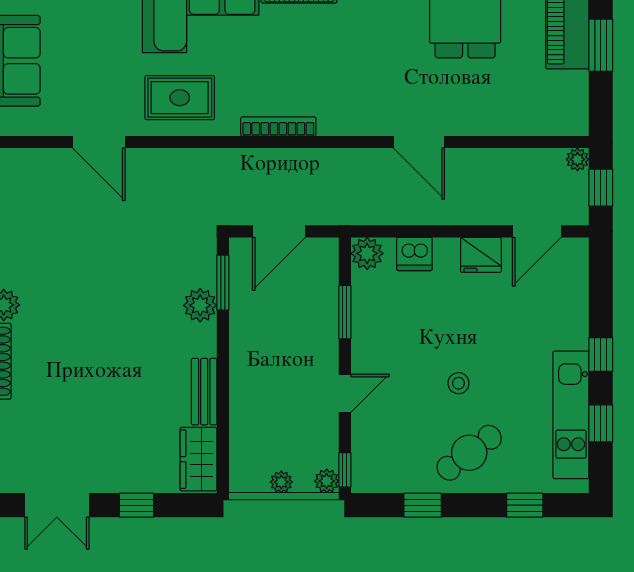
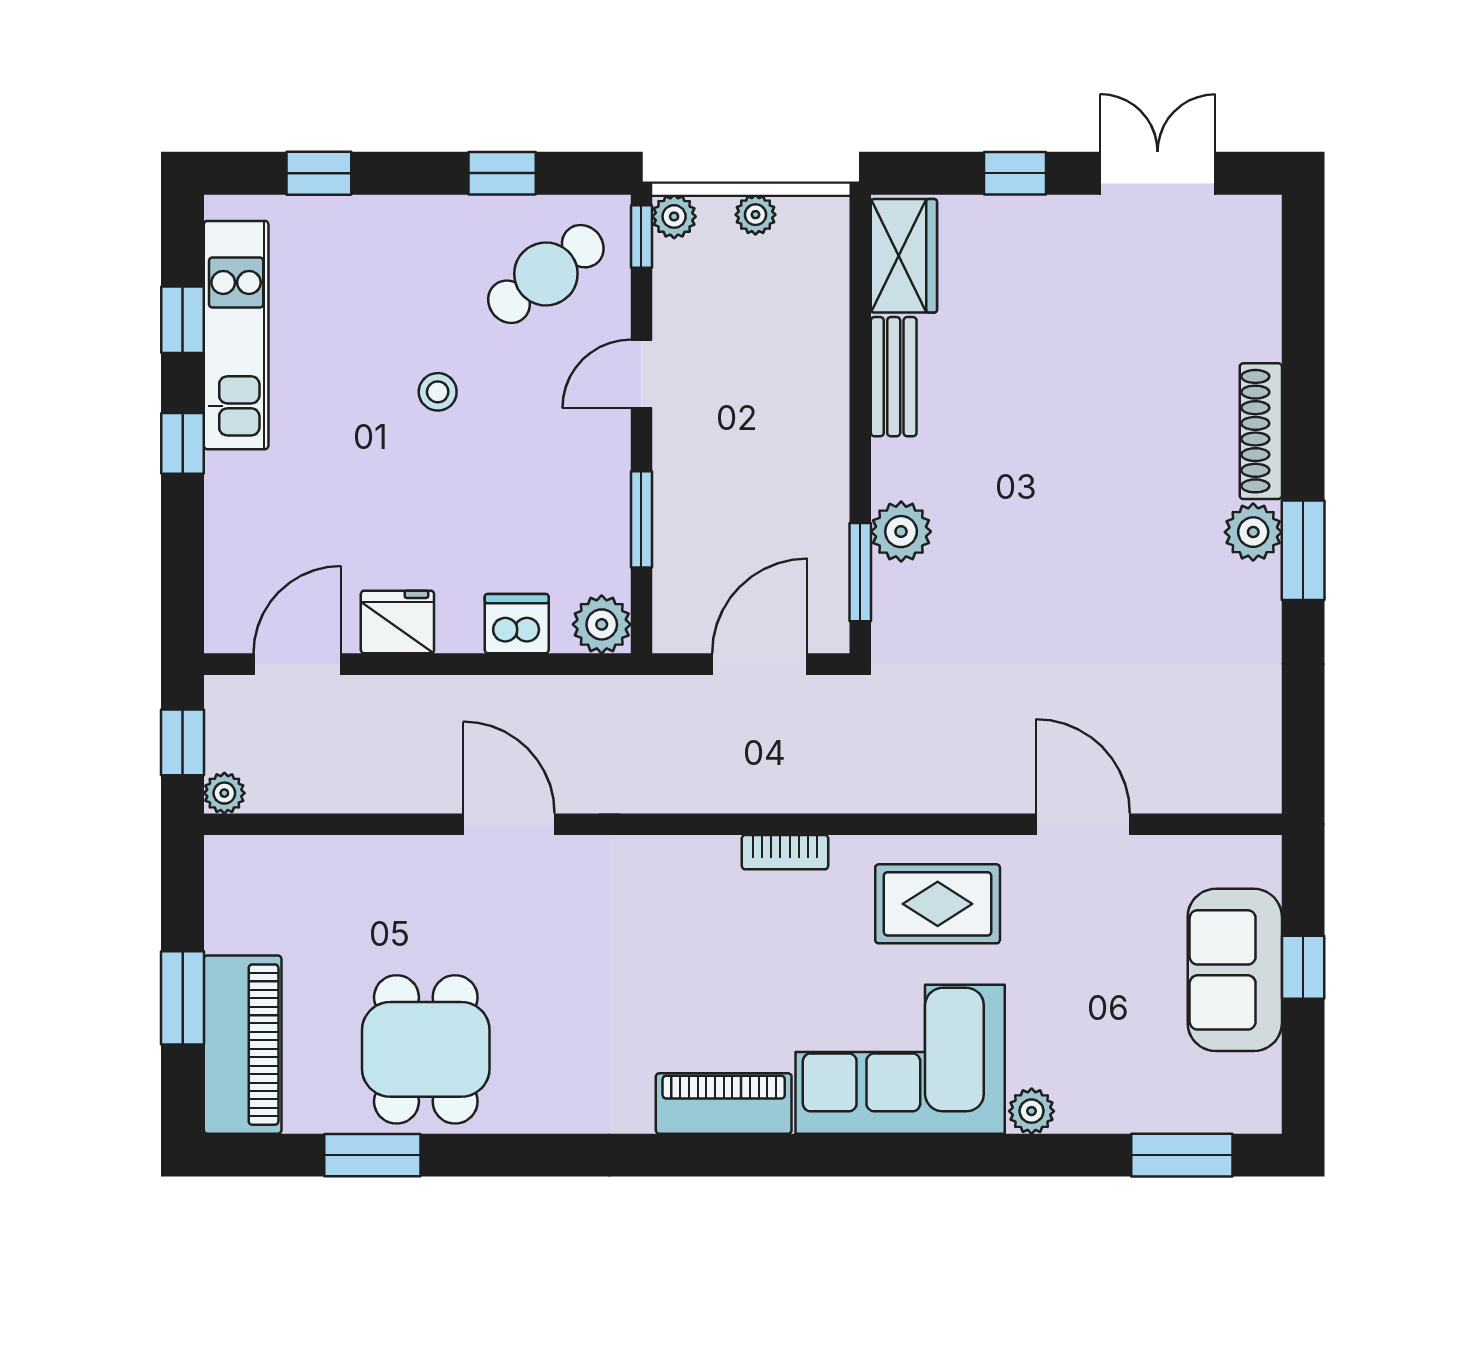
bookcase: (278, 126) -> (785, 852), width x0.64
cafe table: (469, 453) -> (546, 274), moved

